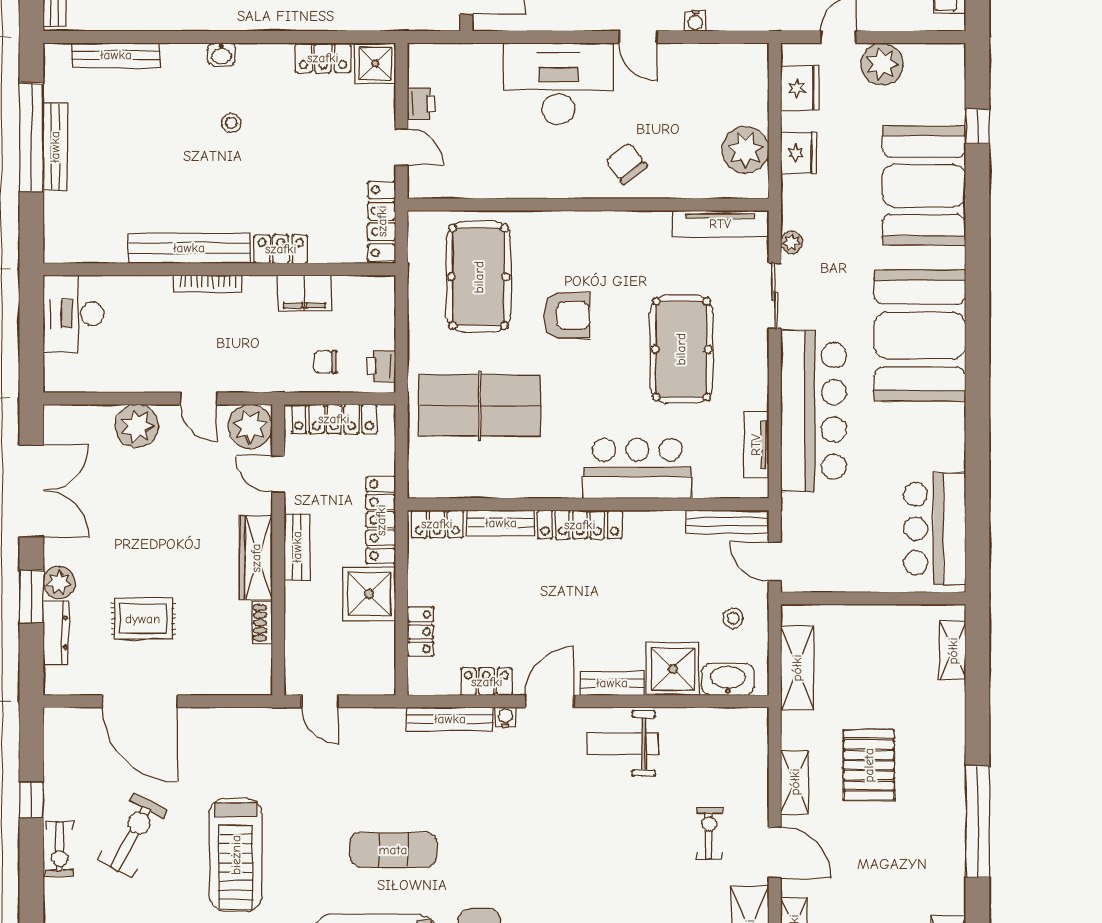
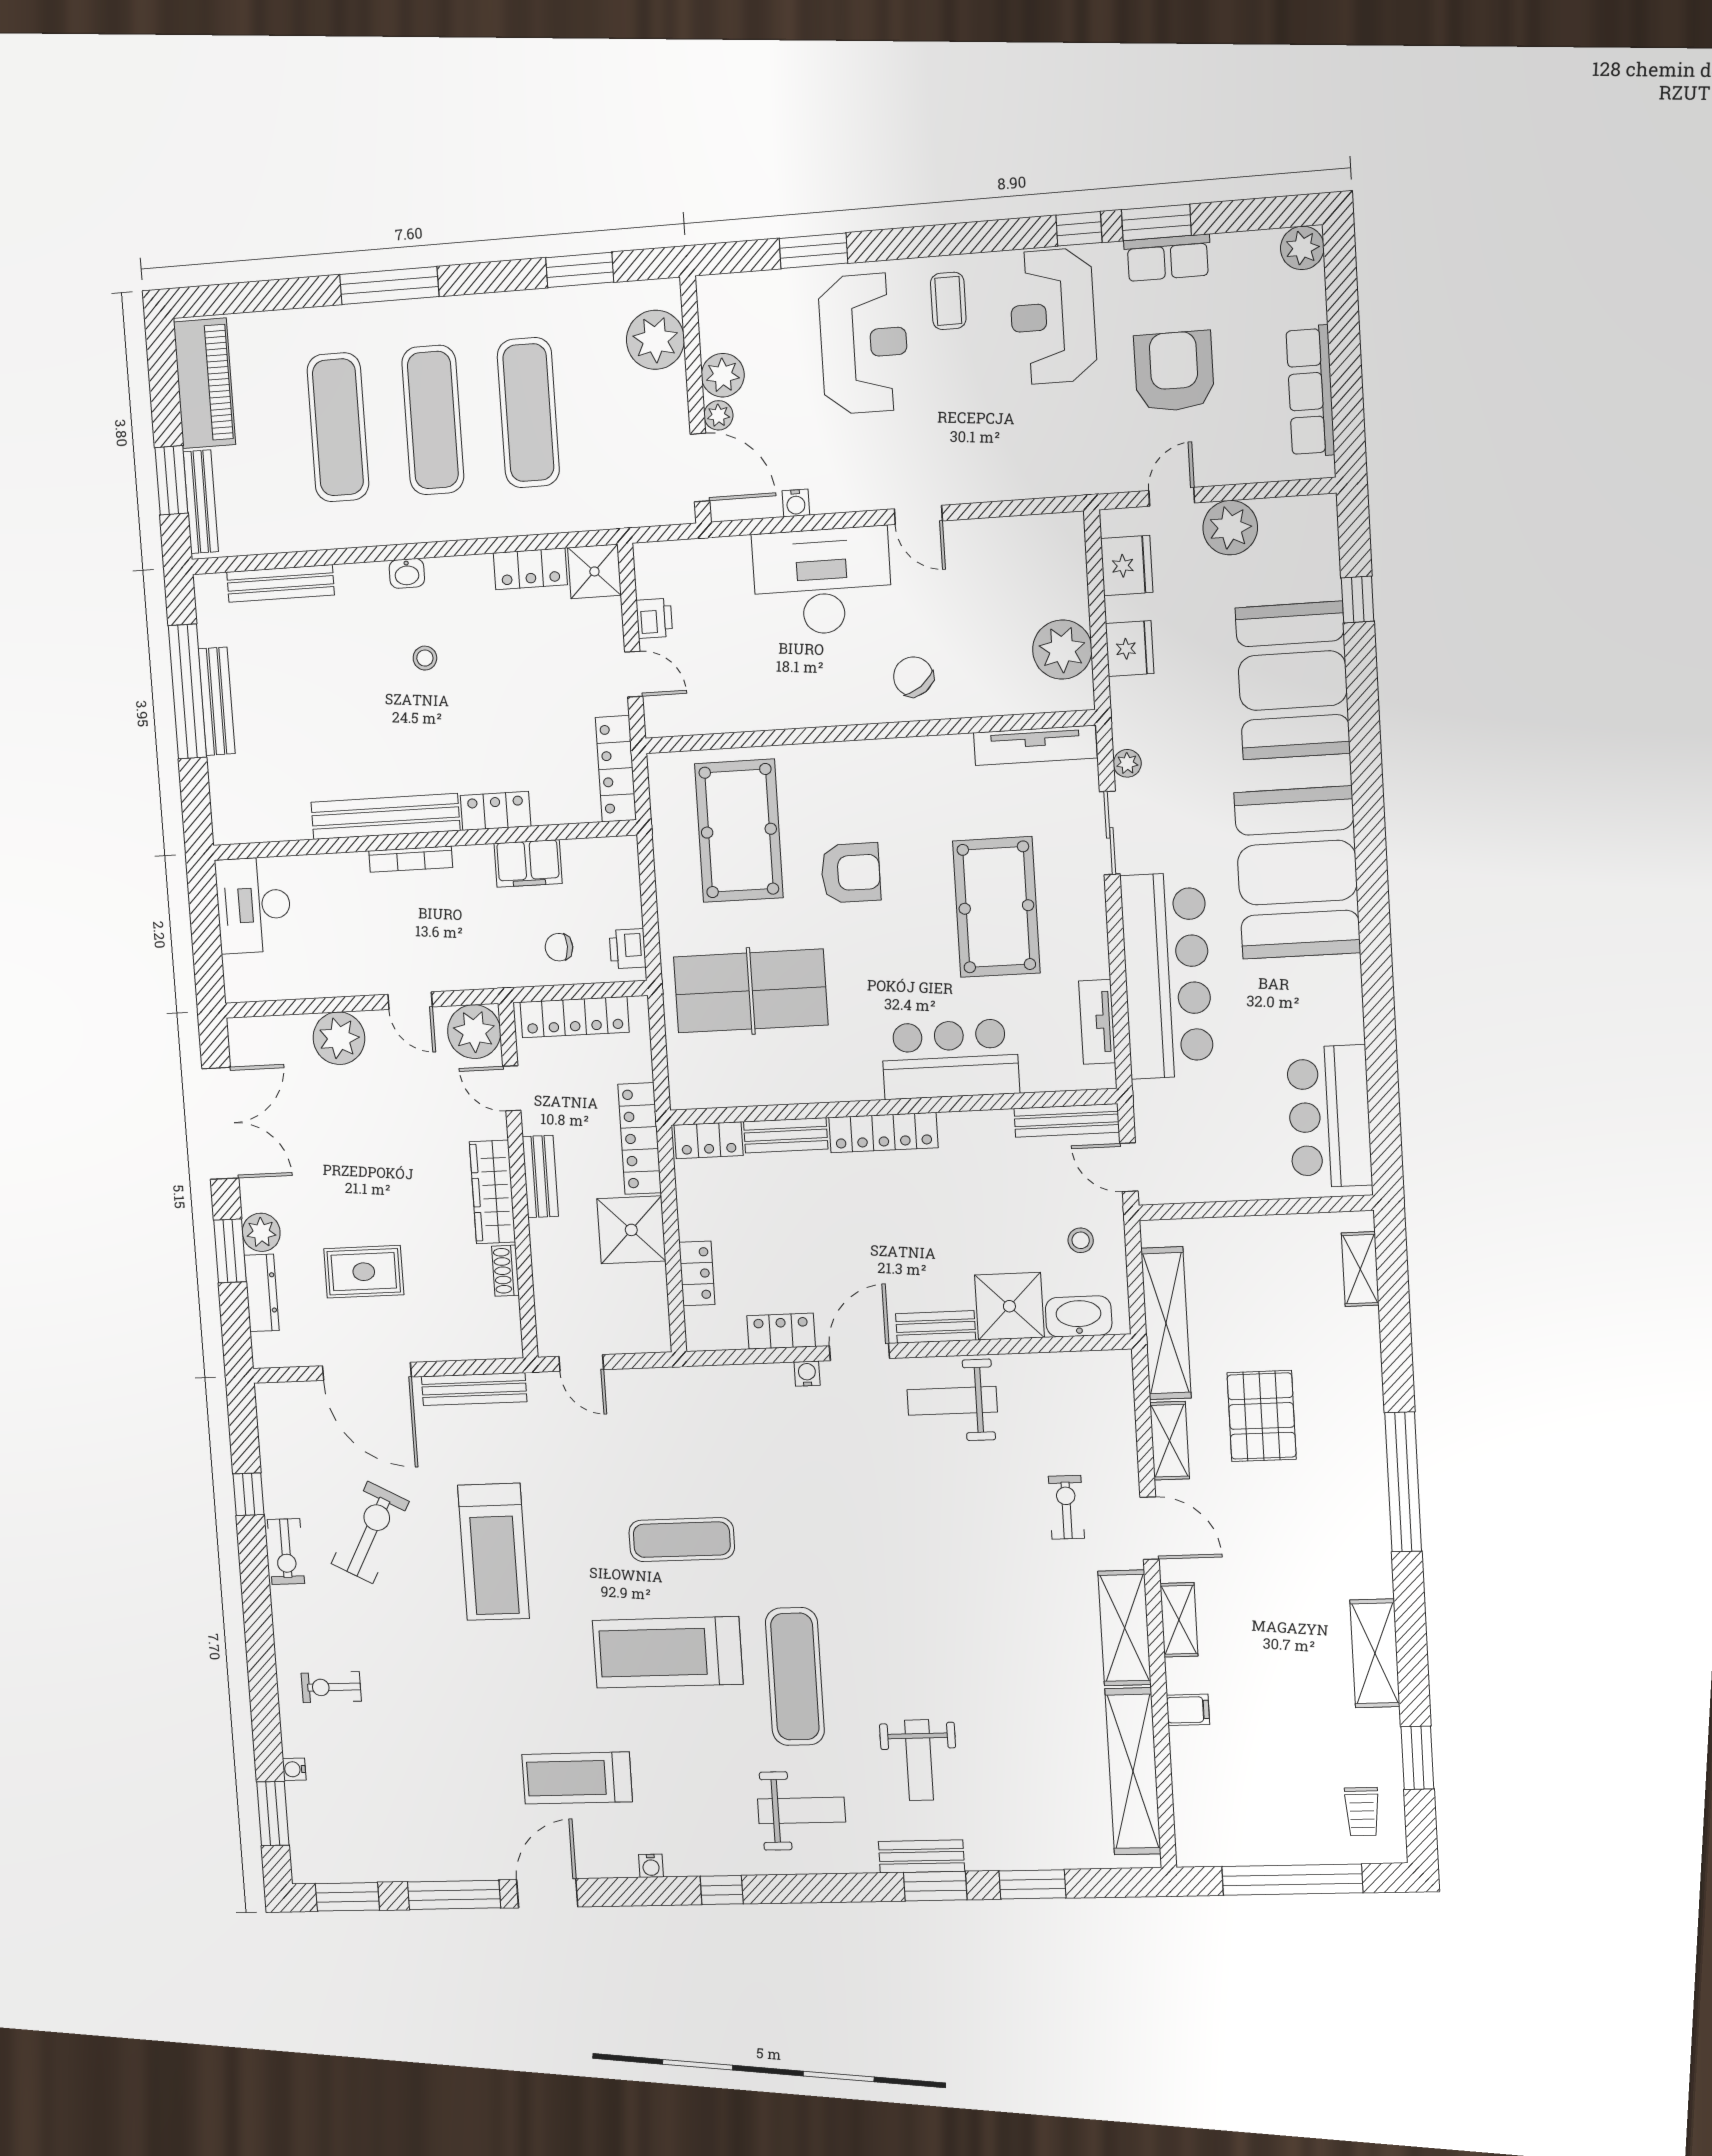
water cooler: (695, 21) -> (796, 503), moved
shelving: (797, 668) -> (1166, 1323), width x1.47
bench: (450, 719) -> (474, 1389), moved

